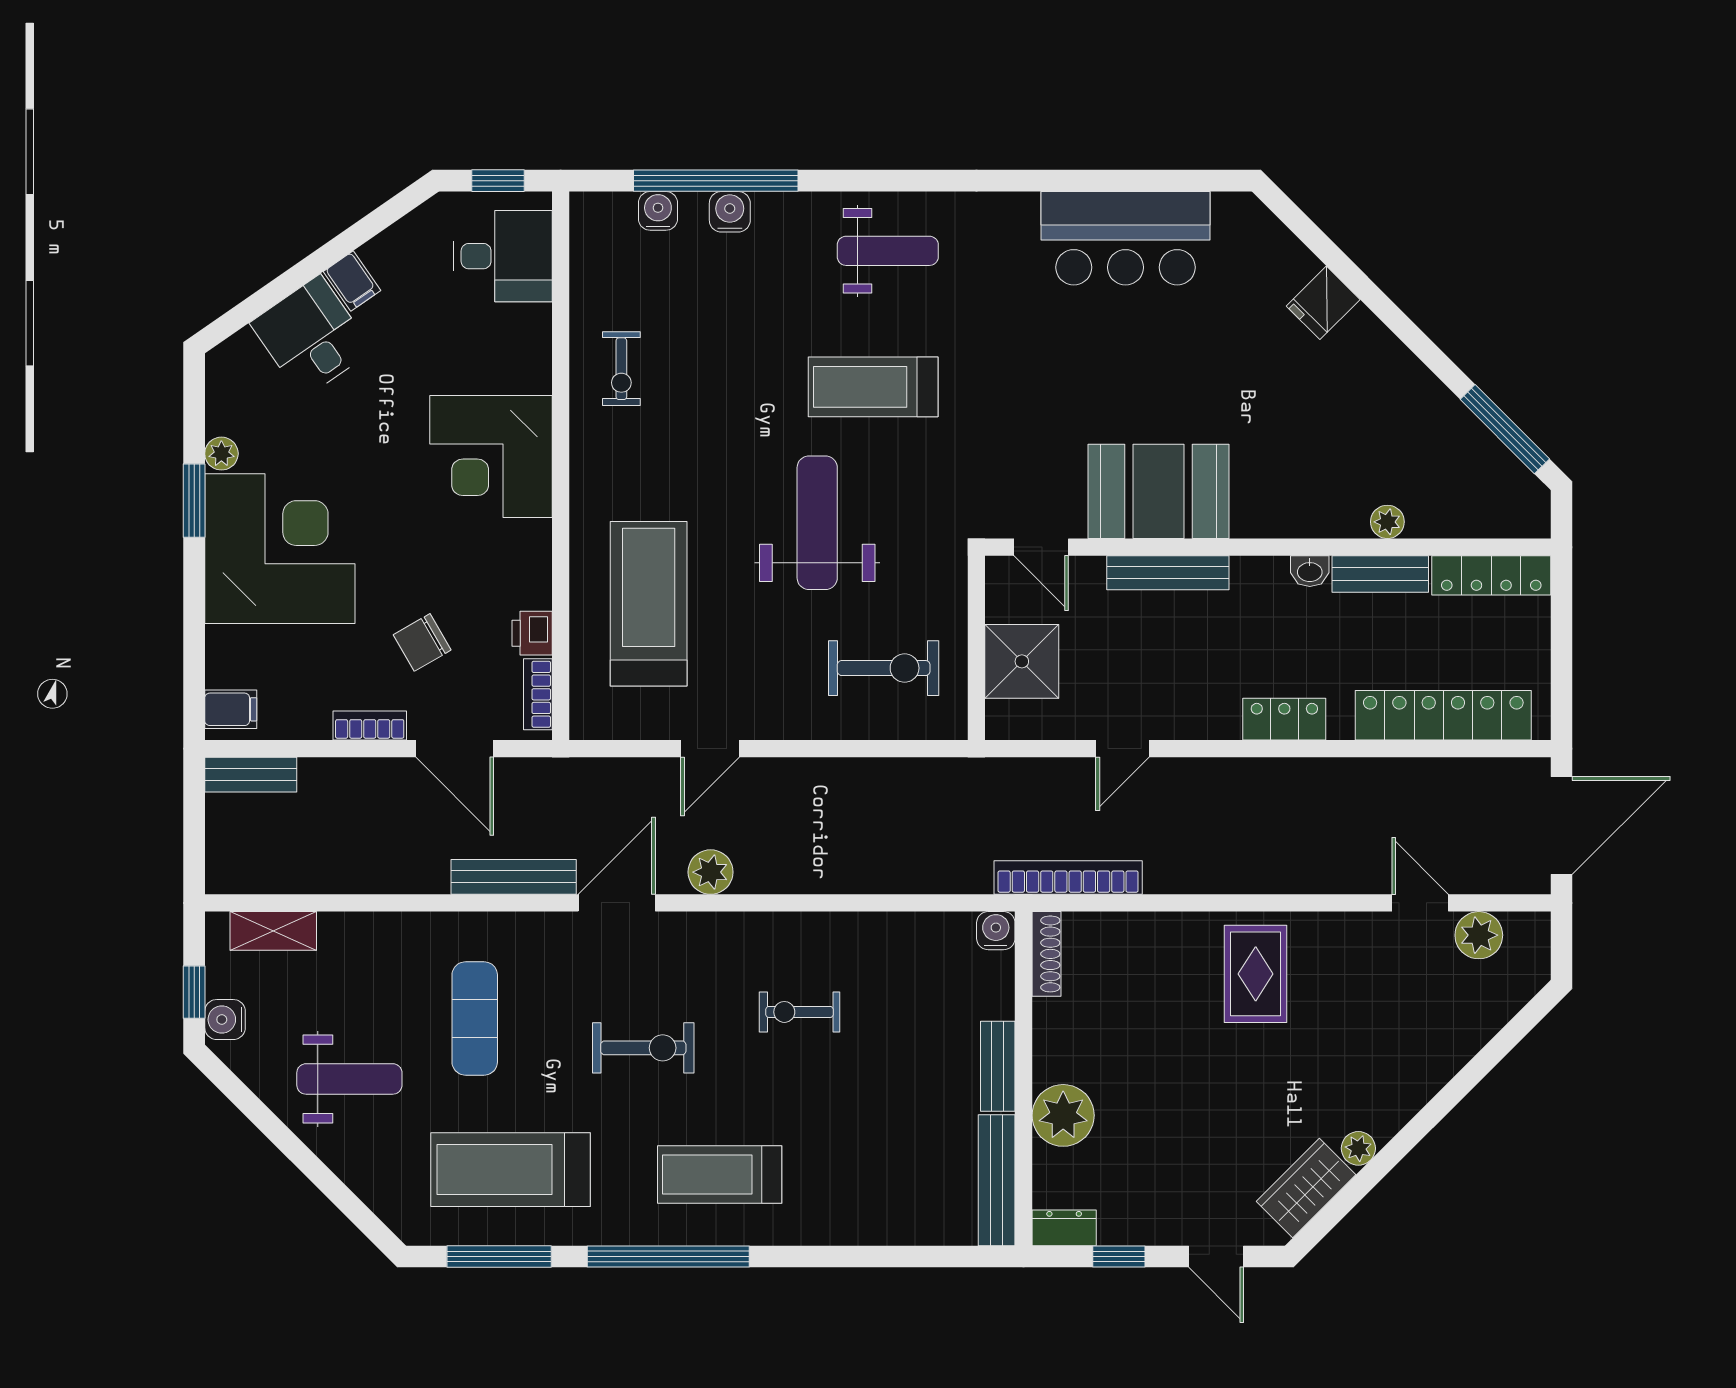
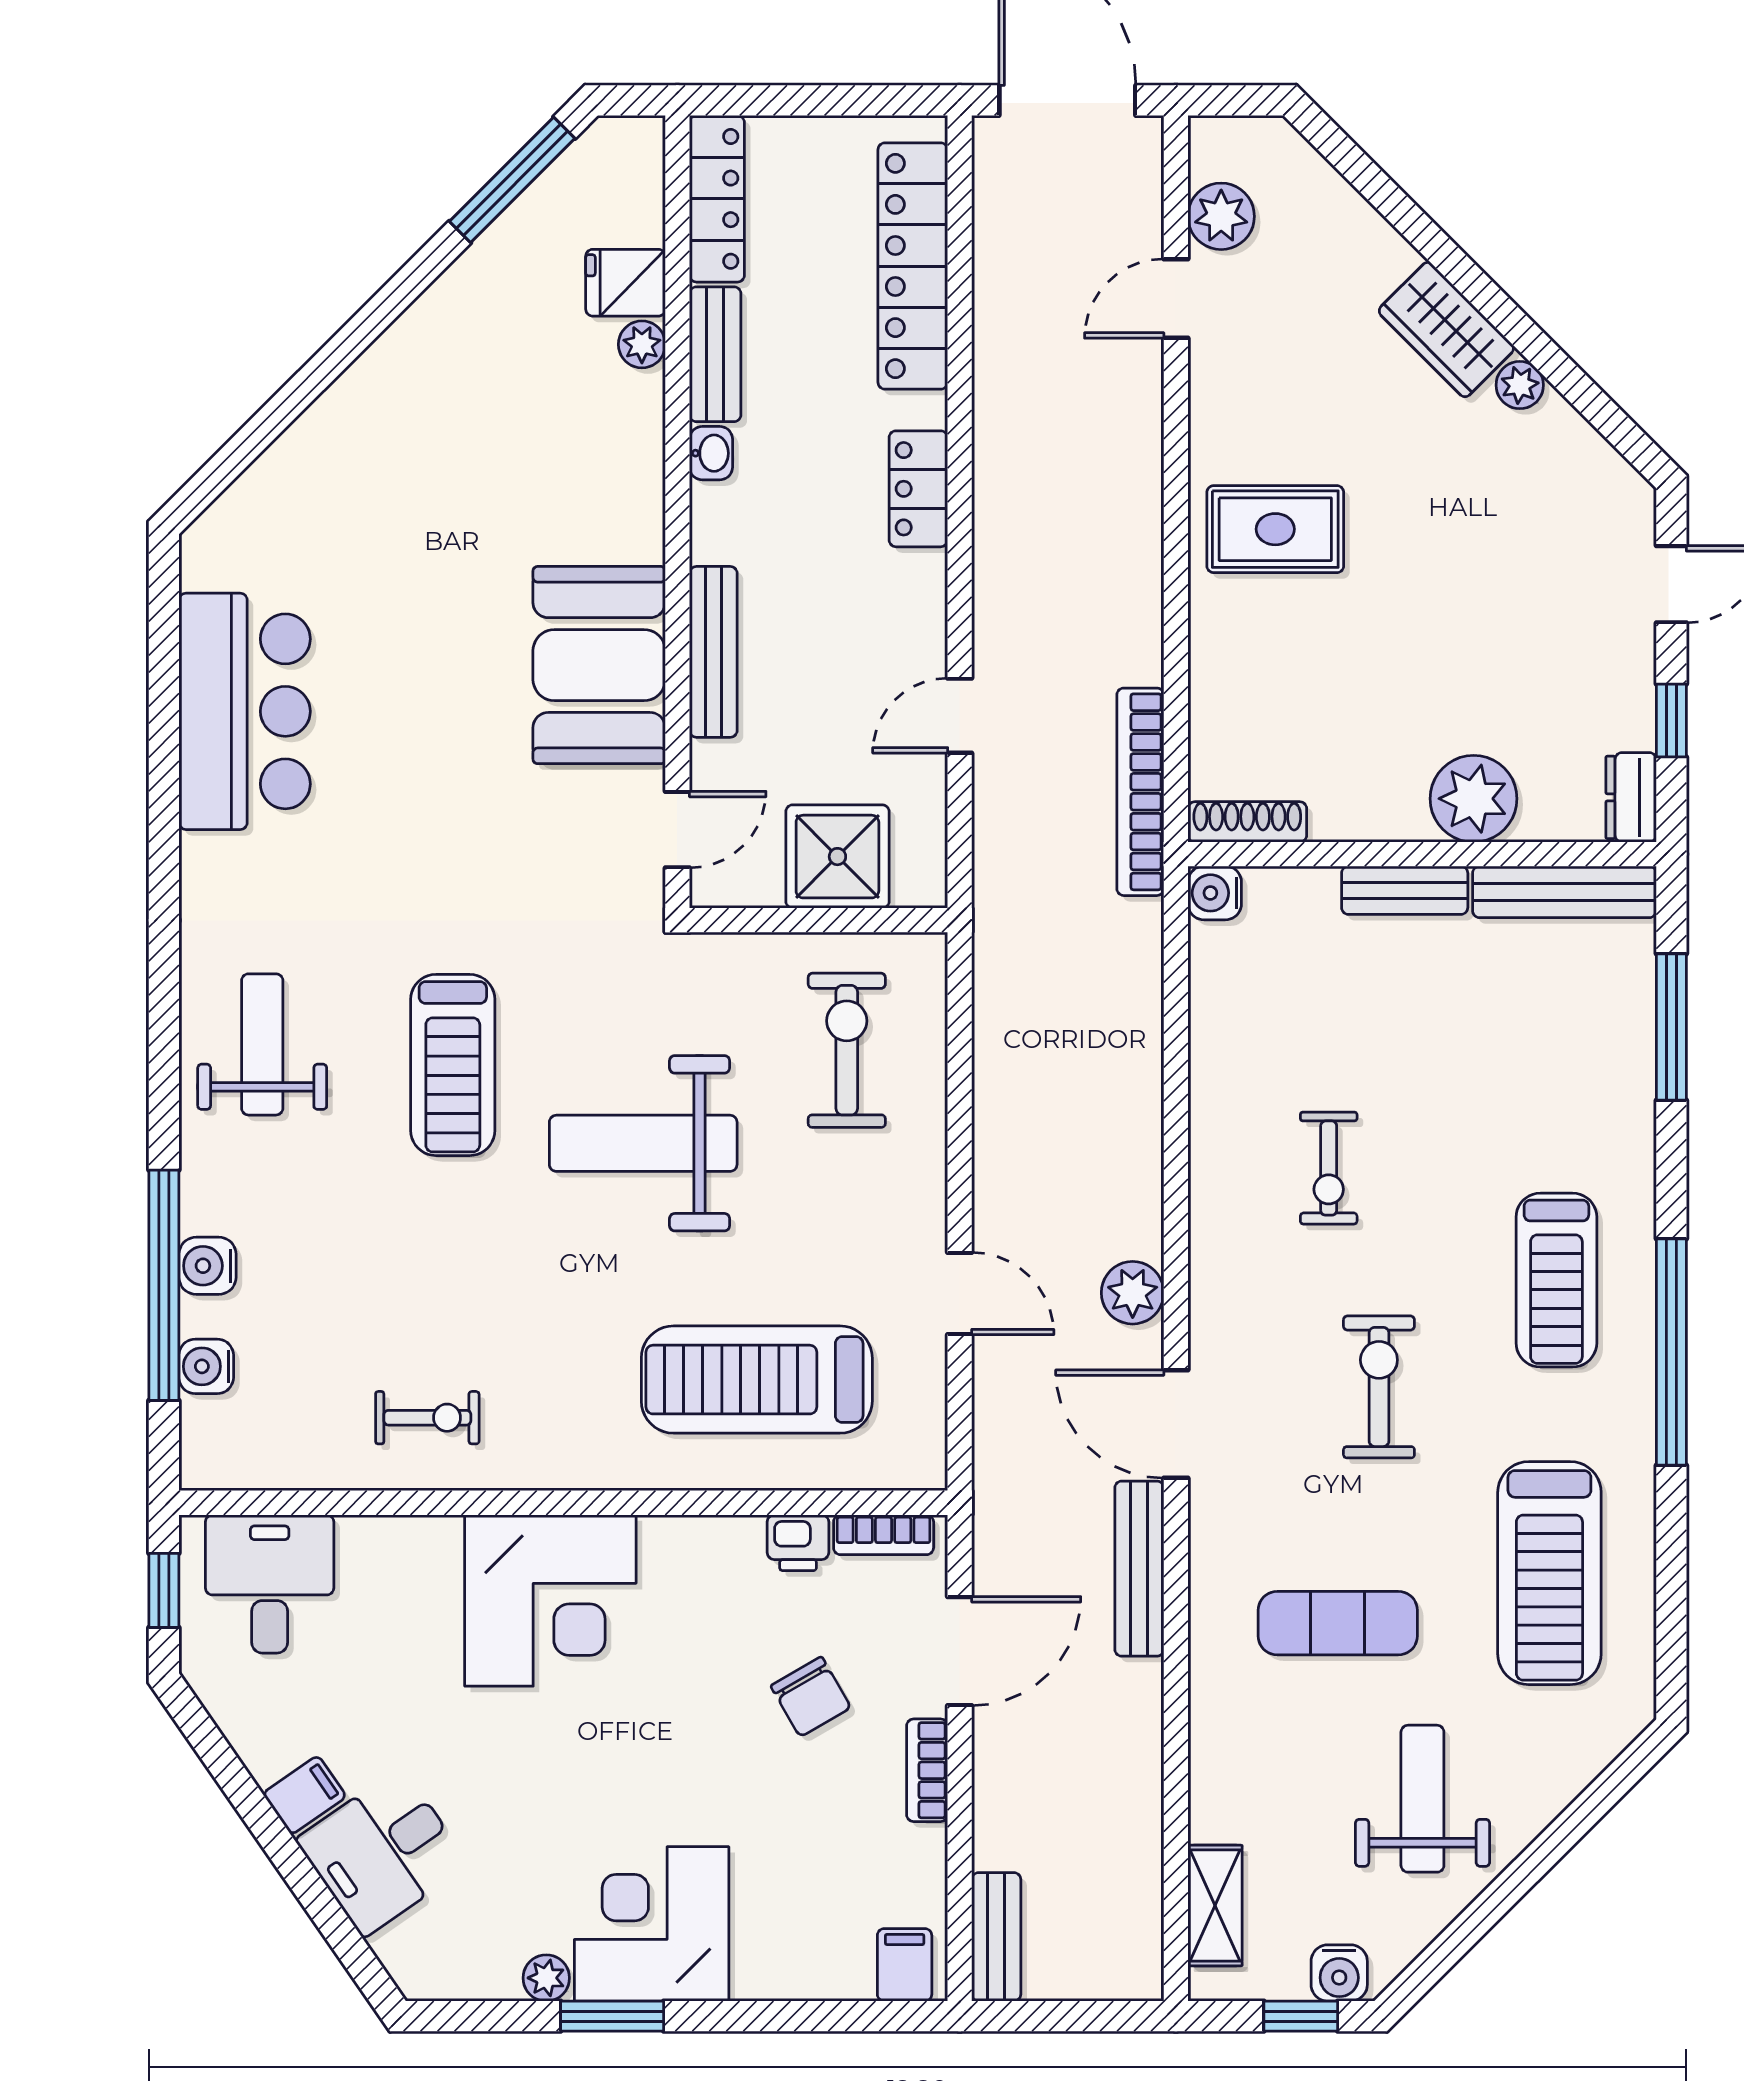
fridge: (1323, 303) -> (626, 283), moved, turned 135
corner desk: (280, 549) -> (652, 1924), width x0.74, depth x0.74
door: (1122, 749) -> (960, 716), swing flipped
wardrobe: (1306, 1188) -> (1446, 330), moved
window: (499, 1257) -> (1671, 1027), moved

